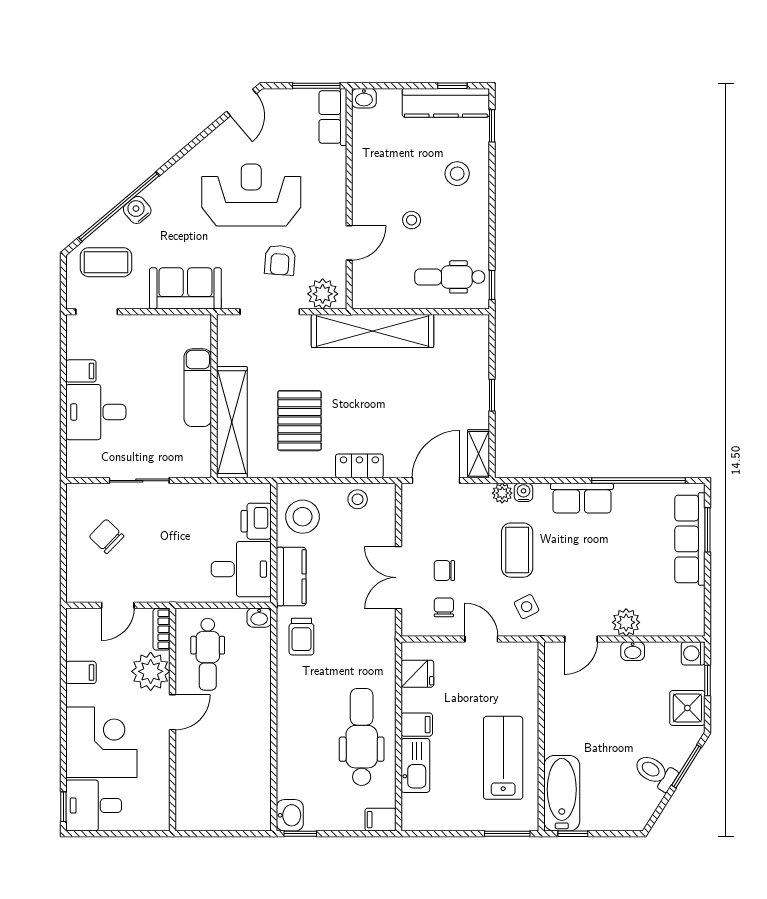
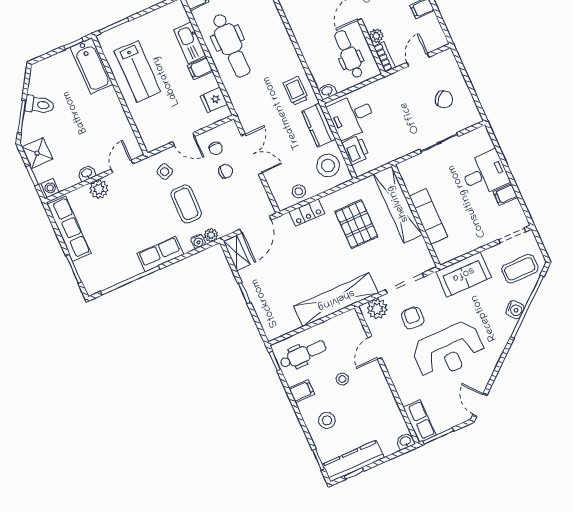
filing cabinet: (474, 228) -> (302, 391), added
row of seats: (690, 539) -> (69, 229), moved
plant: (151, 671) -> (376, 36), width x0.53, depth x0.53

